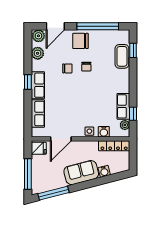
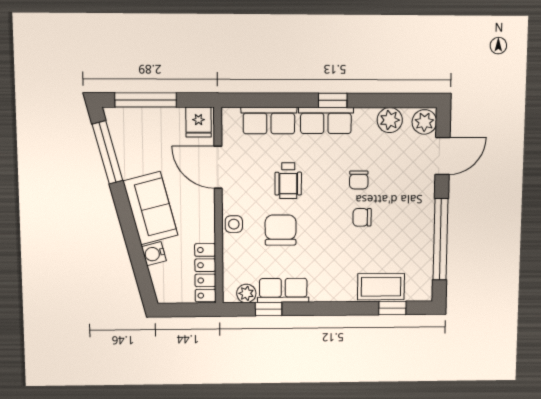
door: (55, 26) -> (442, 156), swing flipped
chair: (80, 41) -> (281, 230), moved
wheelchair: (68, 104) -> (288, 181), added
water cooler: (104, 132) -> (233, 252), removed

